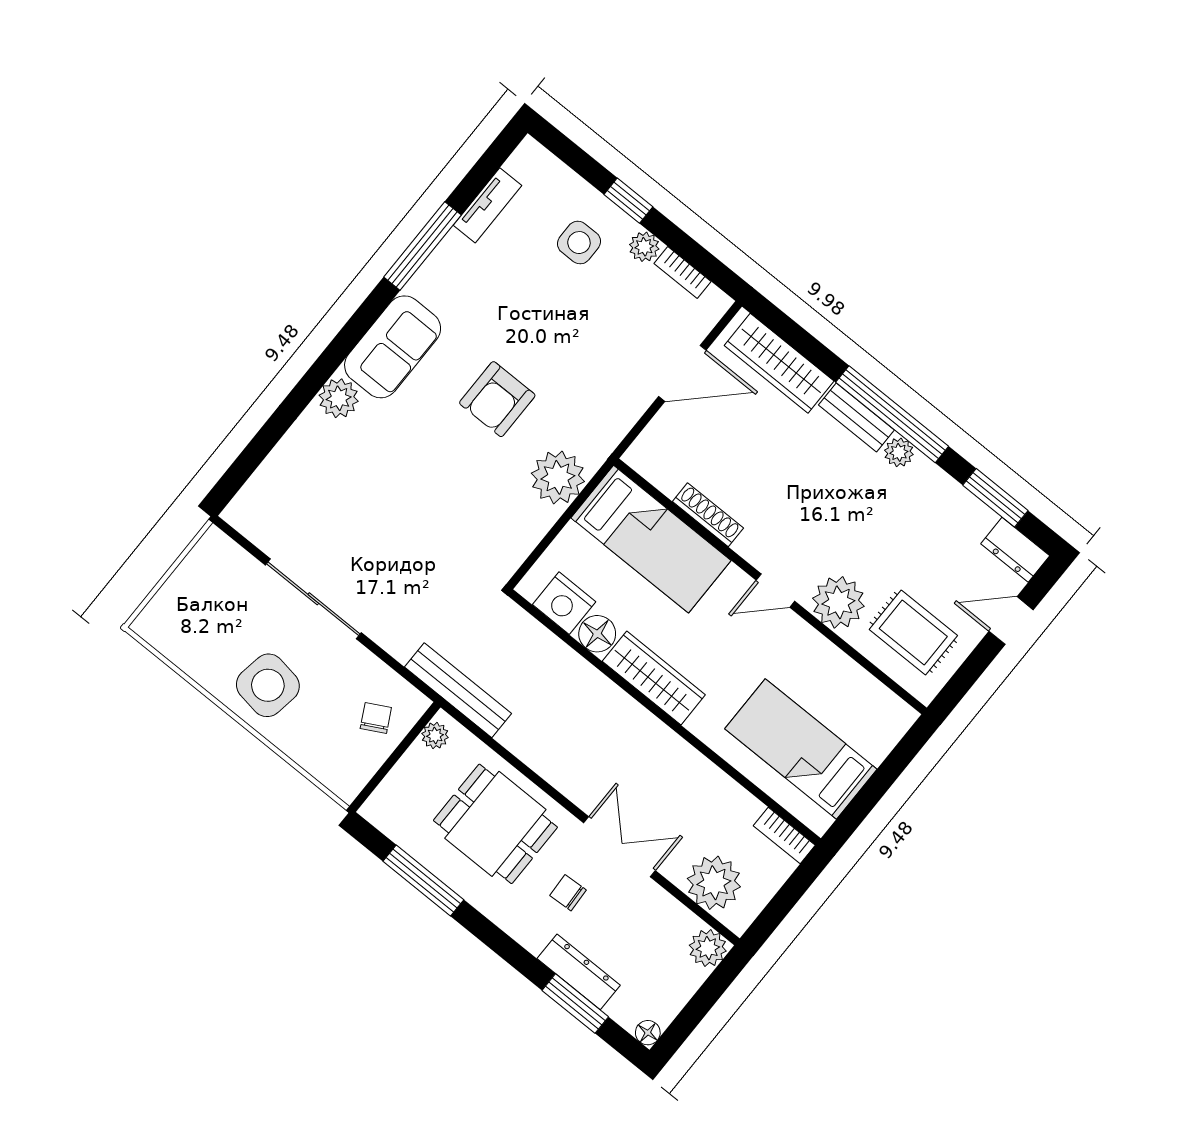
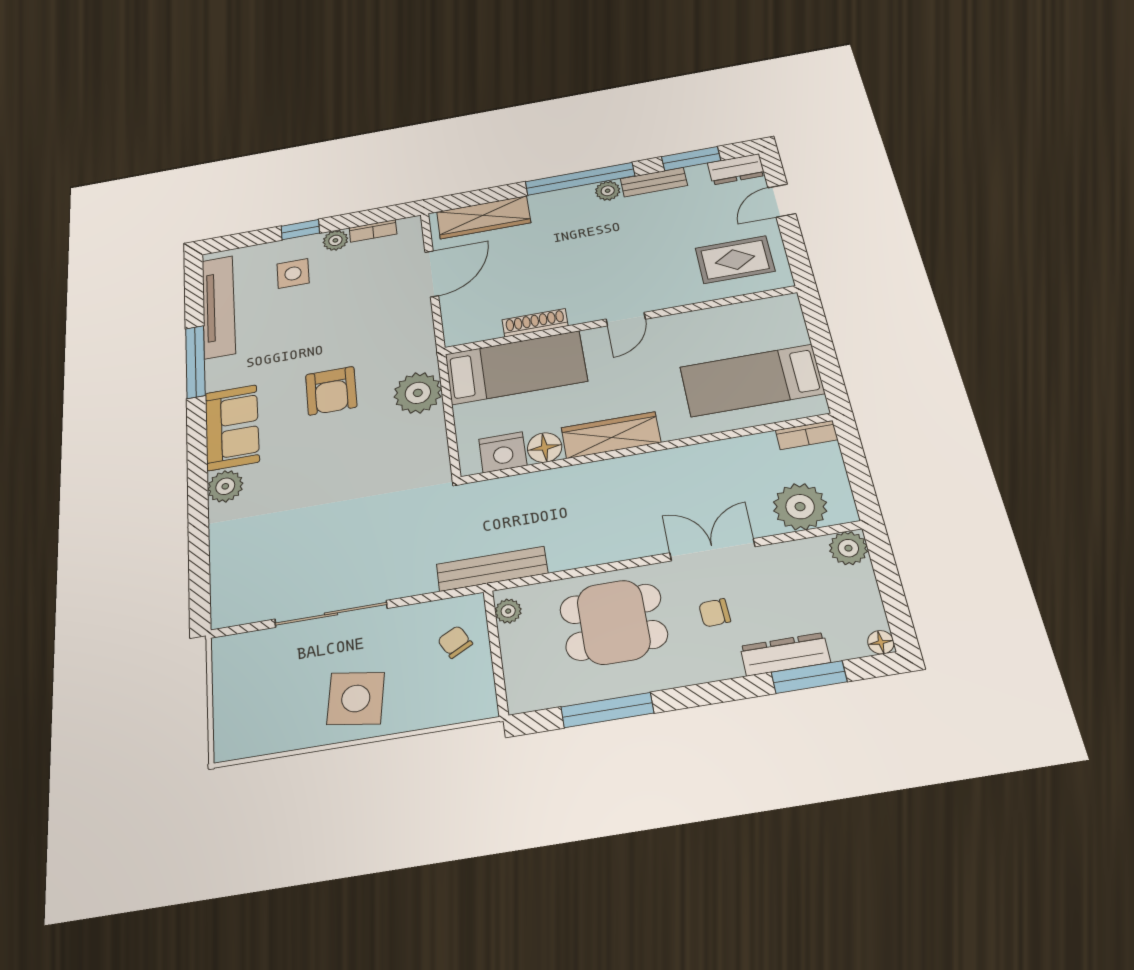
tv unit: (487, 205) -> (219, 307), width x1.92, depth x1.29
bench: (856, 417) -> (654, 182), moved
plant: (838, 602) -> (671, 288), removed

